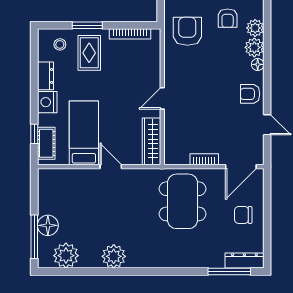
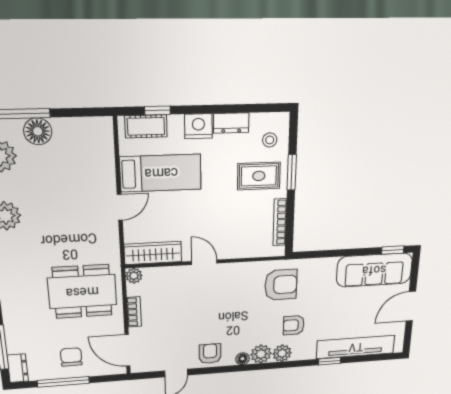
plant: (171, 158) -> (134, 276), added
window: (267, 223) -> (63, 382), added
dresser: (244, 261) -> (18, 368), width x0.70

